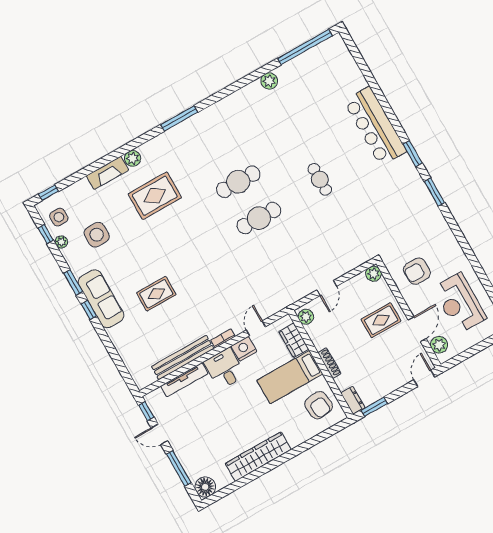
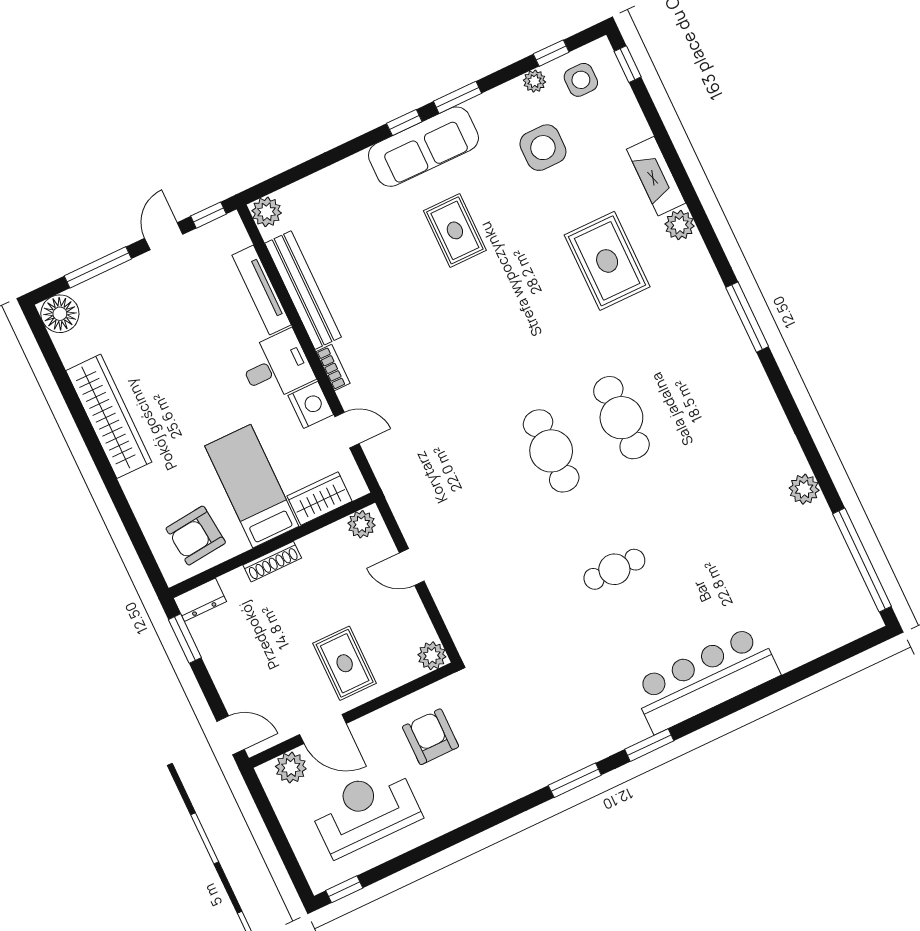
rug: (156, 294) -> (455, 230), moved
plant: (142, 380) -> (267, 212), added

